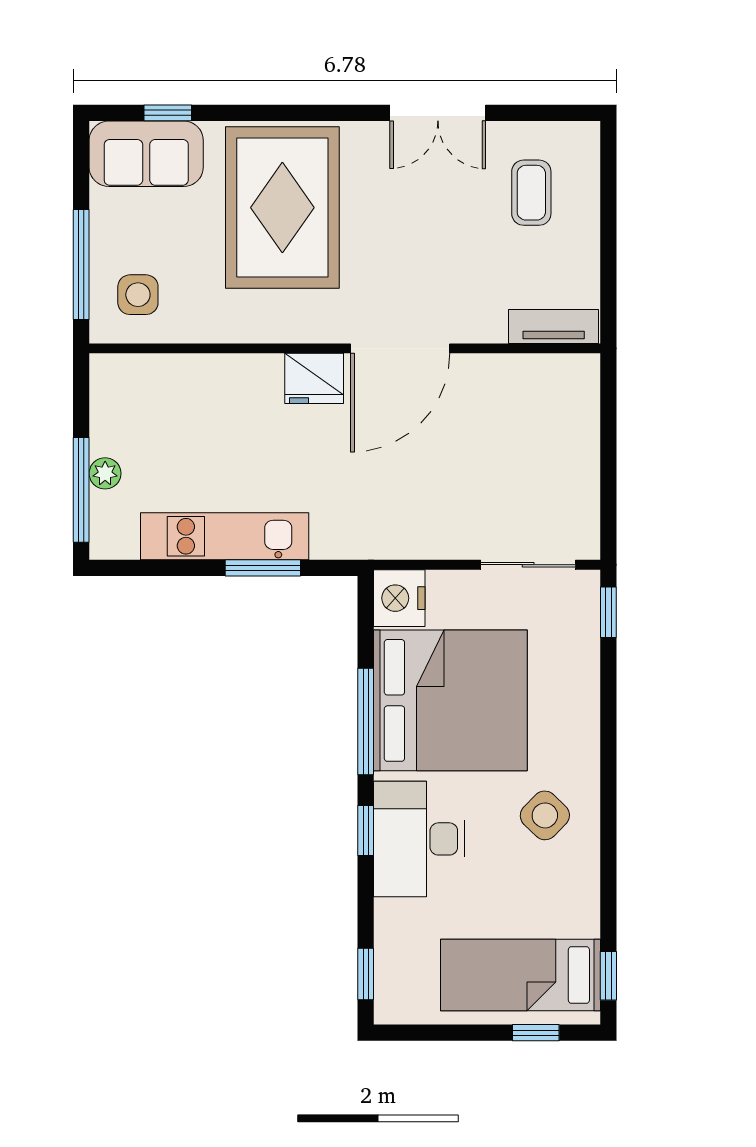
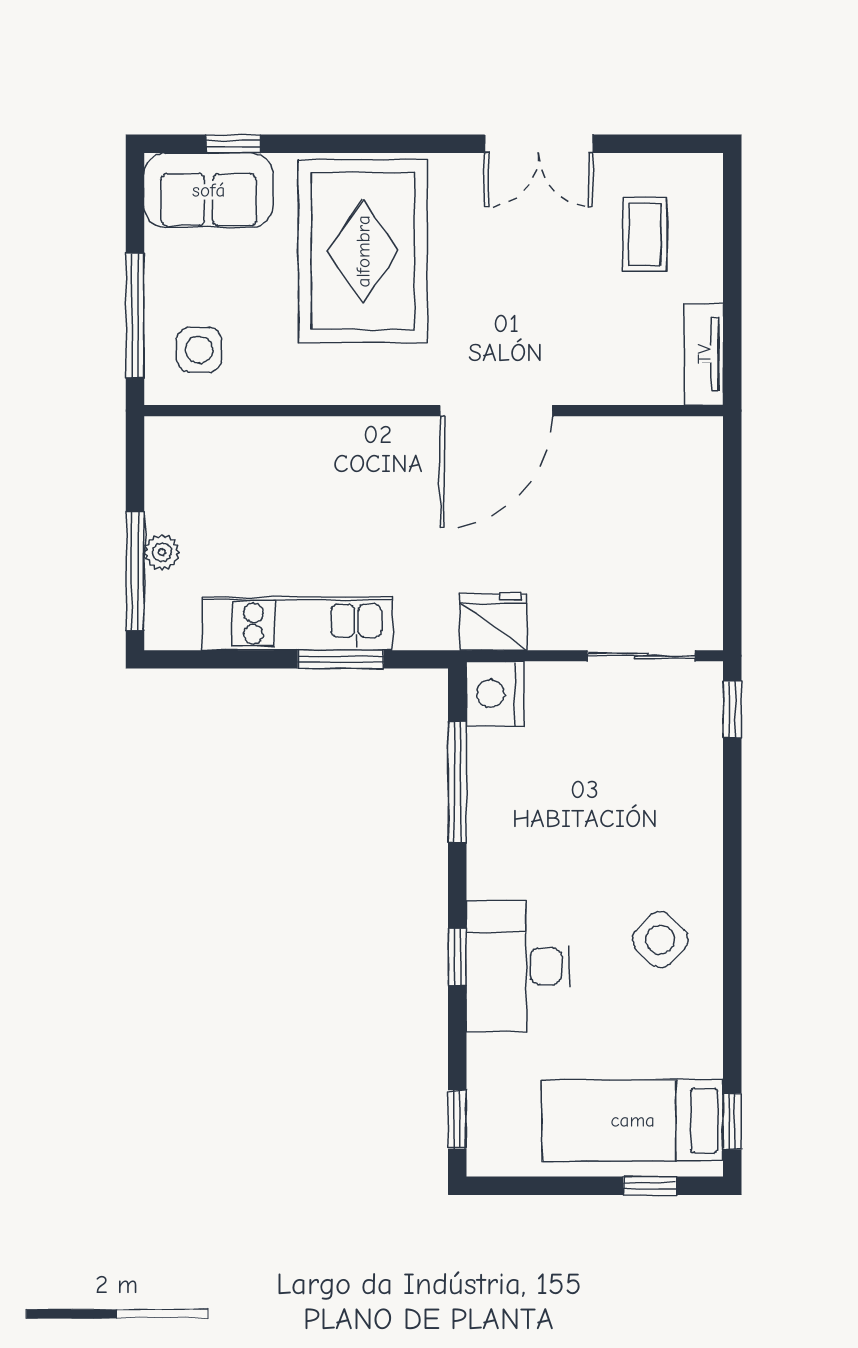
tv unit: (554, 326) -> (704, 354), moved, turned -90
fridge: (314, 378) -> (493, 622), moved, turned 180
bed: (450, 700) -> (553, 809), removed
window: (366, 722) -> (457, 782), moved

